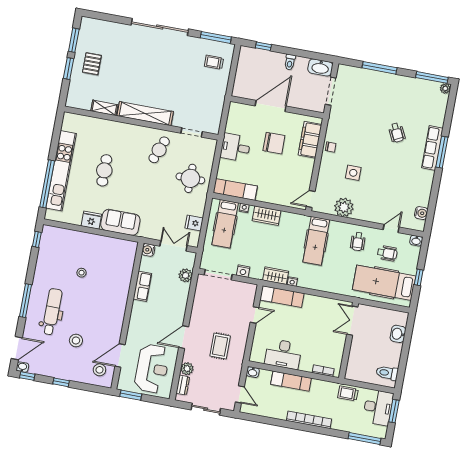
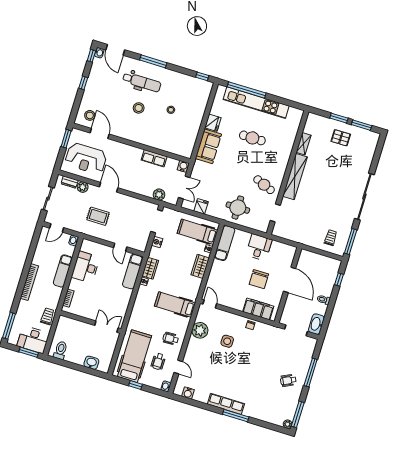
wheelchair: (397, 133) -> (288, 380), moved
row of seats: (432, 148) -> (226, 404), moved
stool: (76, 340) -> (139, 108), moved

